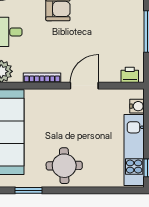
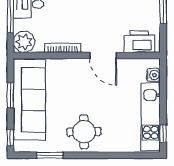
printer: (130, 75) -> (139, 42), width x1.87, depth x1.48
door: (84, 86) -> (103, 55), swing flipped

